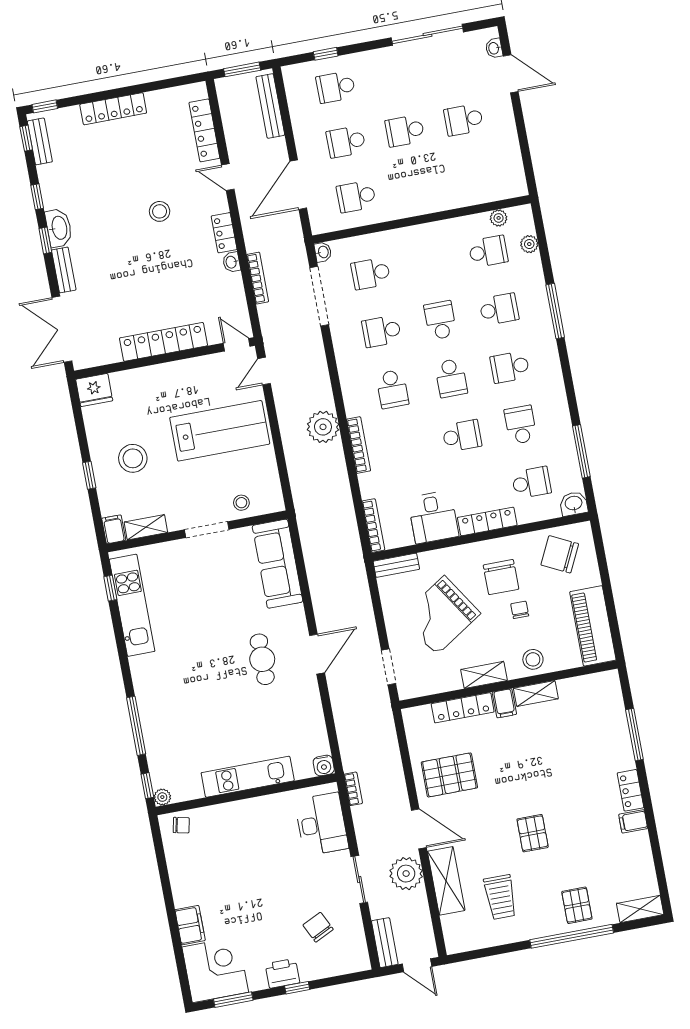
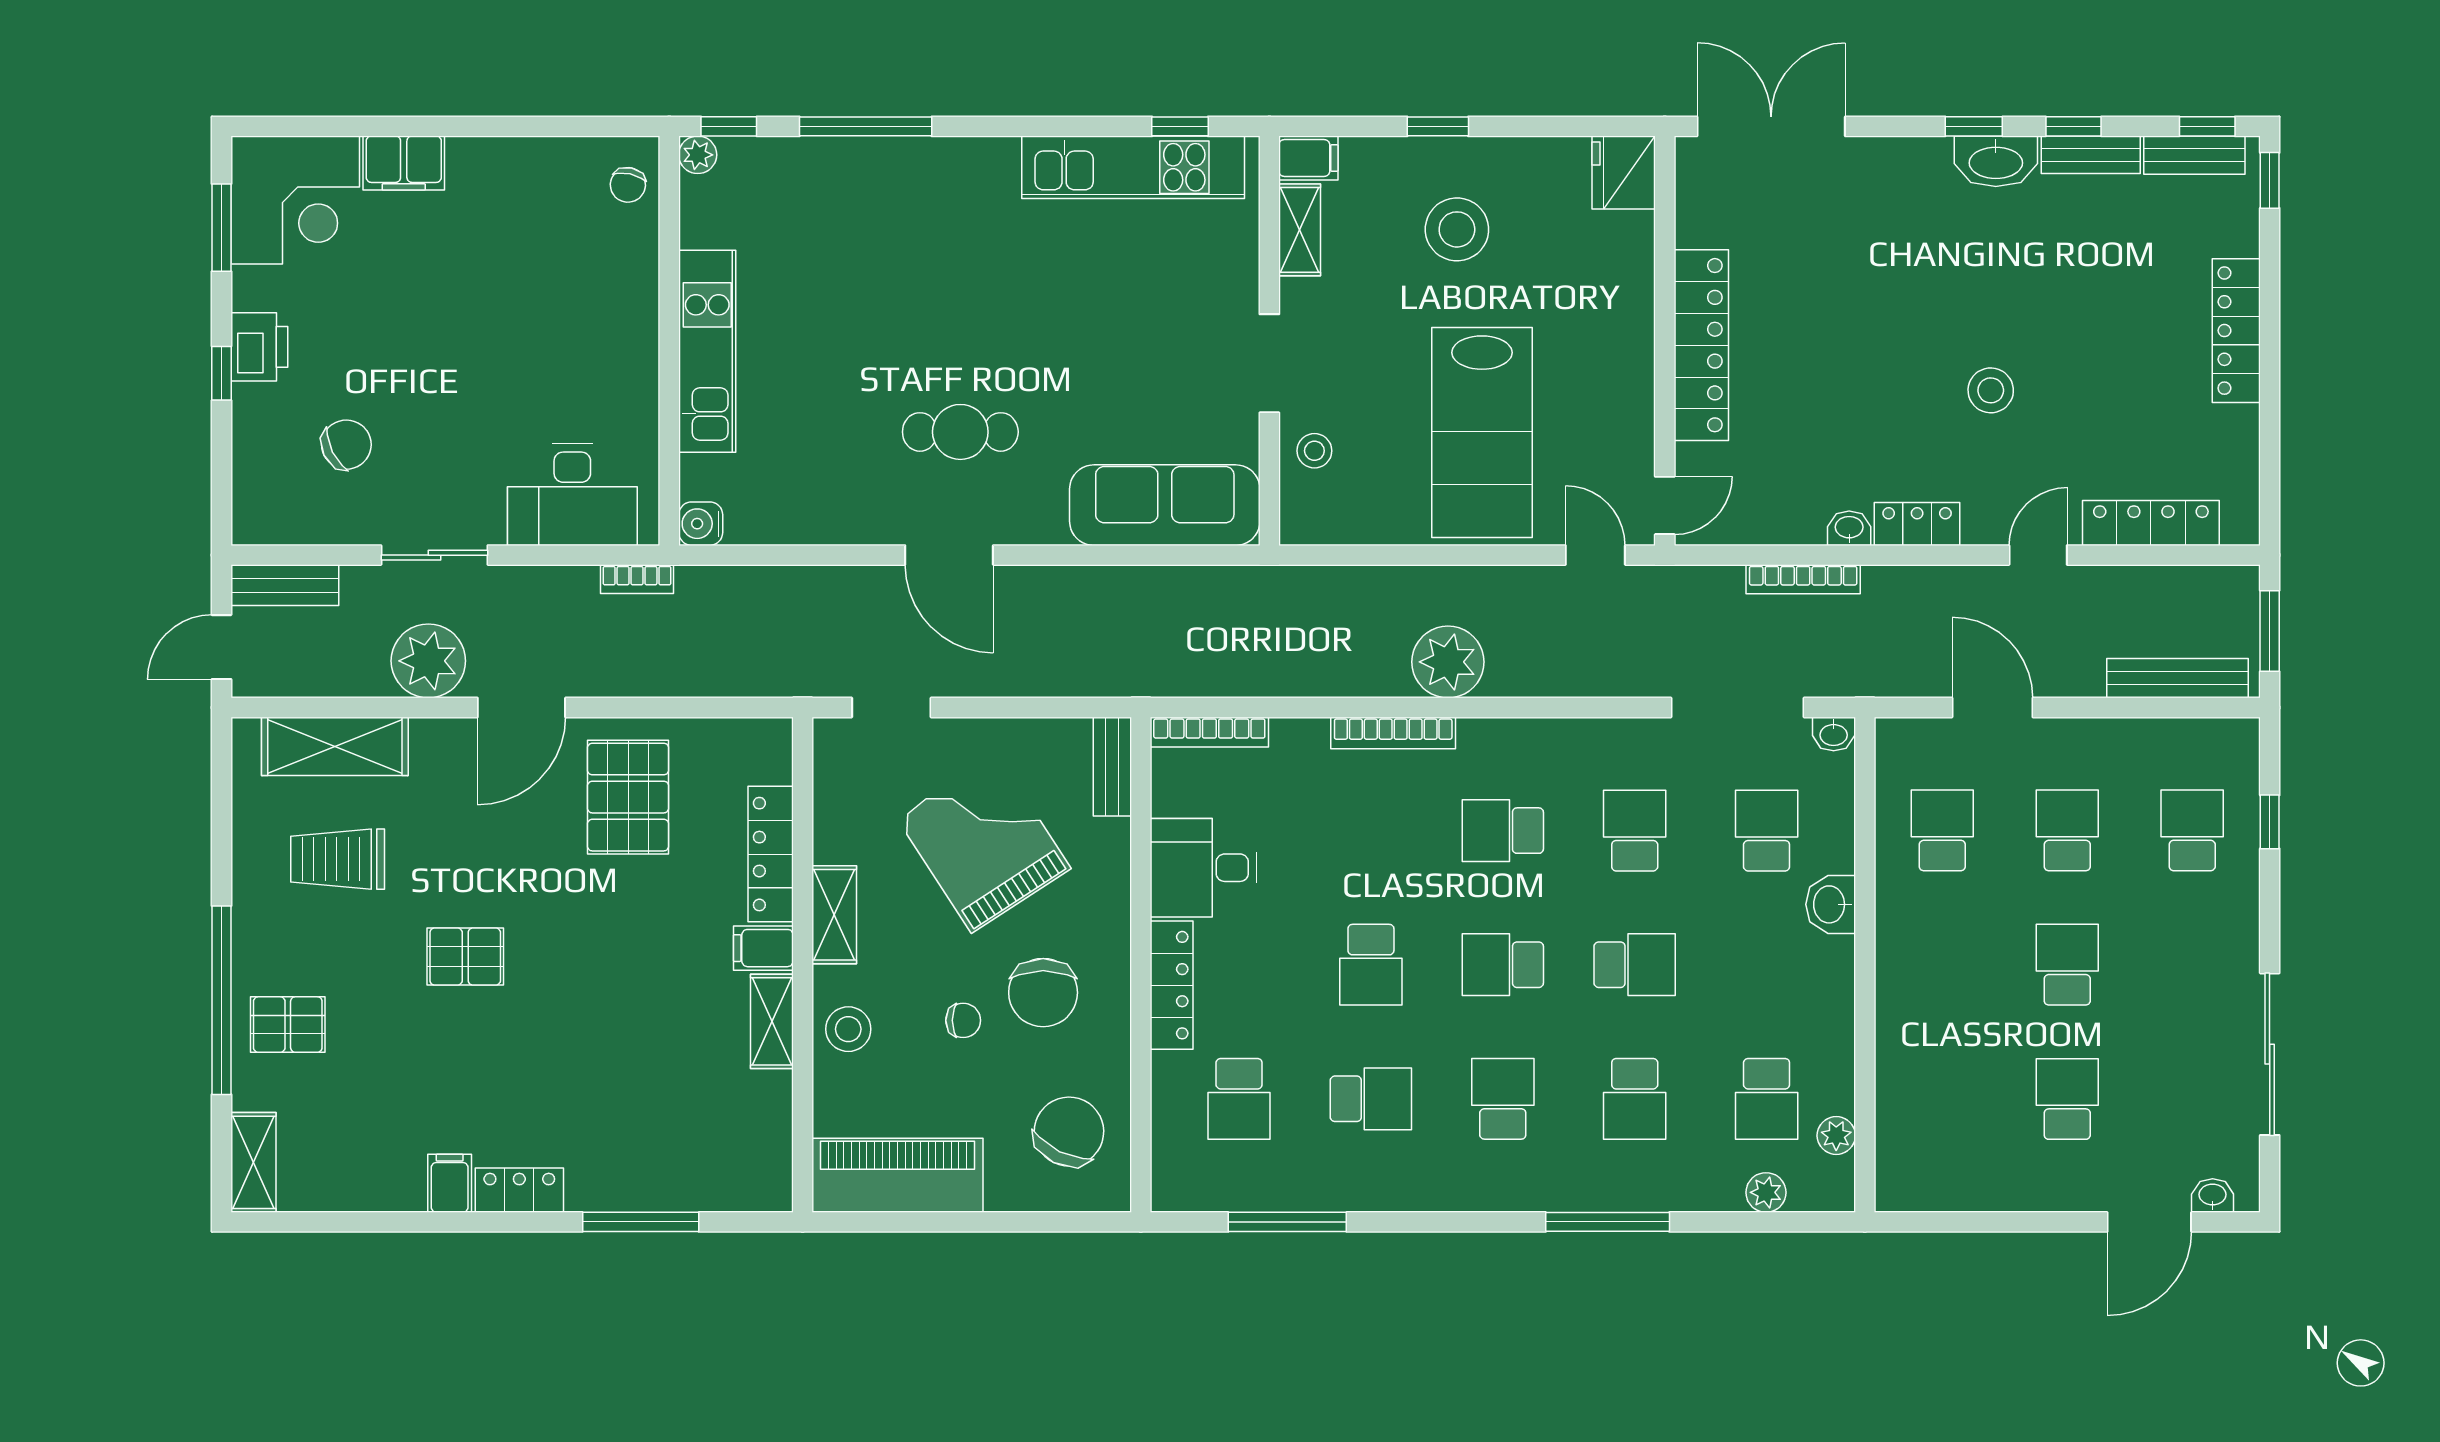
door: (298, 185) -> (1992, 707), width x0.73
bench: (64, 270) -> (2091, 155), moved
washbasin: (574, 504) -> (1831, 904), moved, turned 180
chair: (501, 577) -> (1043, 993), turned -90
shelving: (446, 881) -> (335, 746), moved

